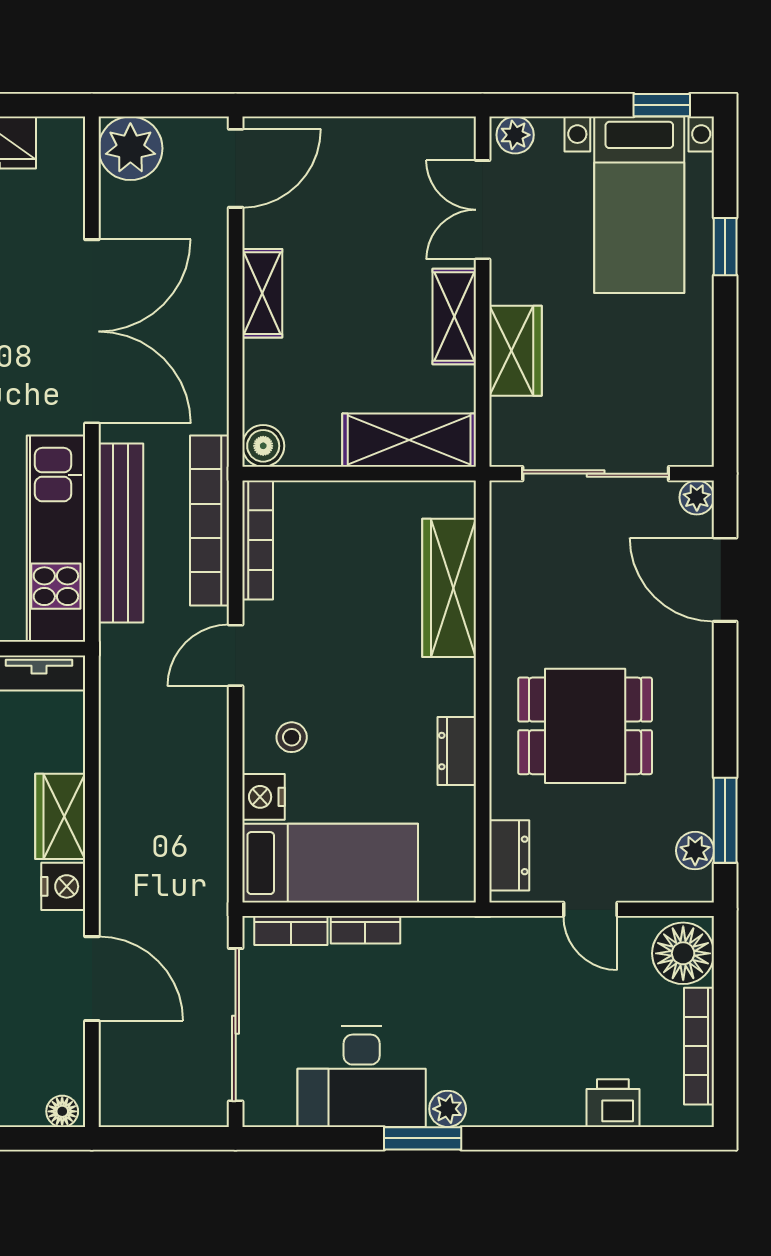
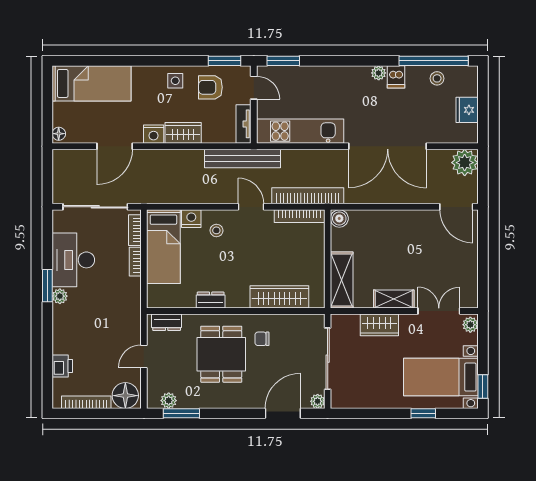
shelving: (262, 293) -> (404, 218), removed
bench: (121, 533) -> (243, 158), moved
chair: (549, 629) -> (262, 339), added

